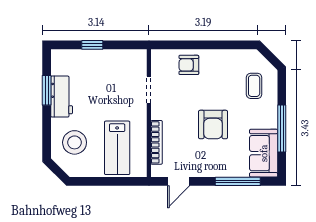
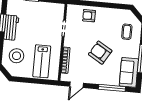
armchair: (213, 125) -> (100, 53), turned 121

